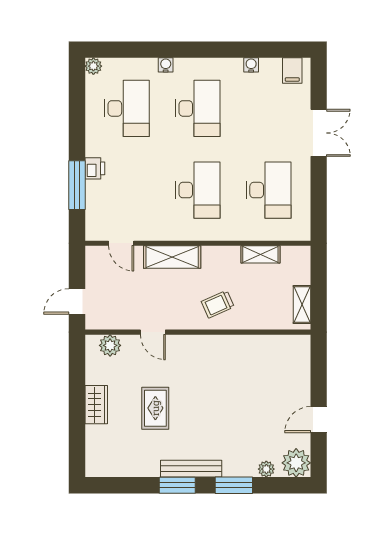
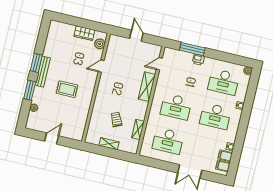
filing cabinet: (271, 71) -> (225, 156), added
trolley: (218, 304) -> (116, 119), moved
door: (153, 332) -> (101, 66), moved
wall: (198, 332) -> (96, 88), moved
plant: (110, 345) -> (100, 44), moved
rug: (155, 408) -> (67, 89), moved
door: (319, 420) -> (52, 139), hinge flipped
plant: (296, 463) -> (33, 123), removed

